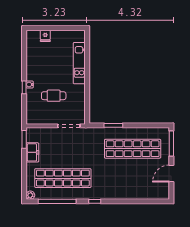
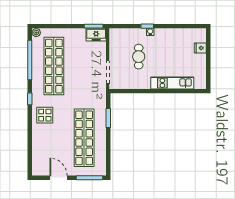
freezer: (32, 152) -> (96, 35), moved
display table: (111, 187) -> (45, 115), added

